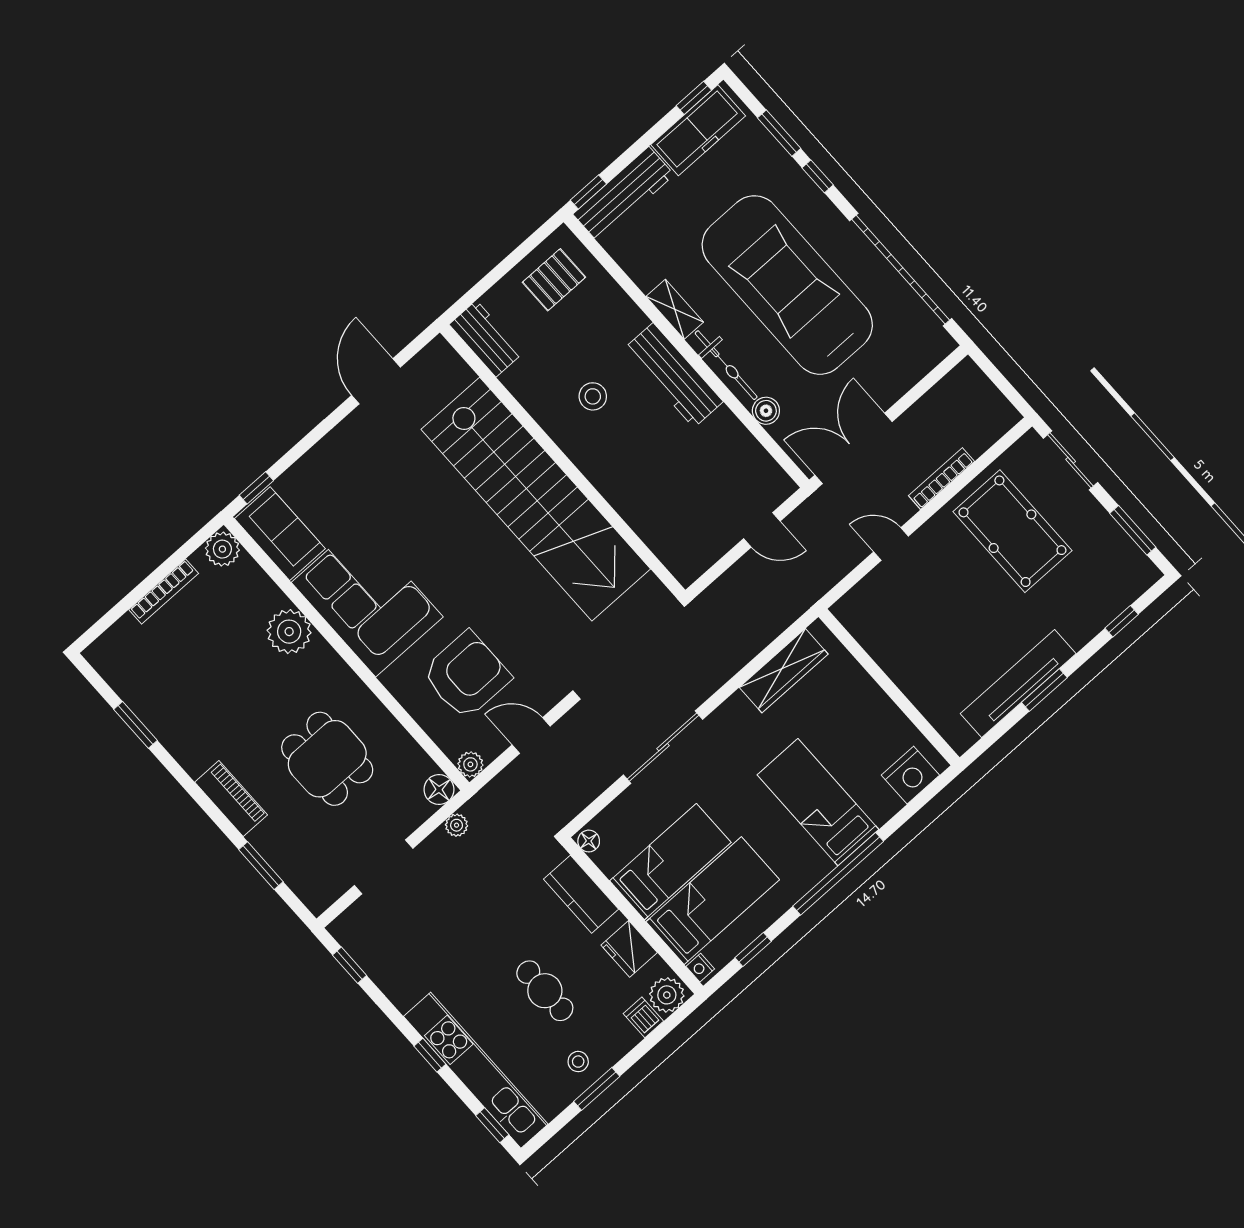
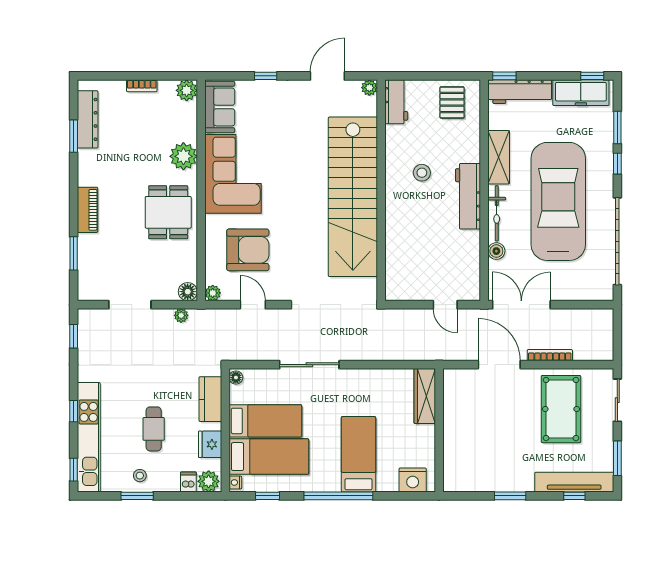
pallet: (554, 280) -> (452, 102), turned 90
shelving: (675, 309) -> (499, 157), width x1.50, depth x1.33
plant: (439, 350) -> (369, 88), added
window: (256, 488) -> (266, 76), moved
door: (891, 544) -> (499, 365), width x1.88
bookcase: (164, 592) -> (142, 86), width x0.64
wardrobe: (784, 671) -> (425, 396), moved, turned 90
tv unit: (1018, 684) -> (574, 482), moved
dresser: (135, 690) -> (88, 119), added
dining table: (327, 759) -> (168, 212), moved

